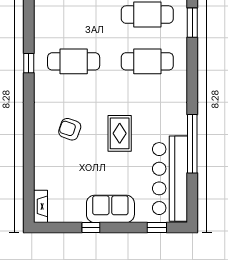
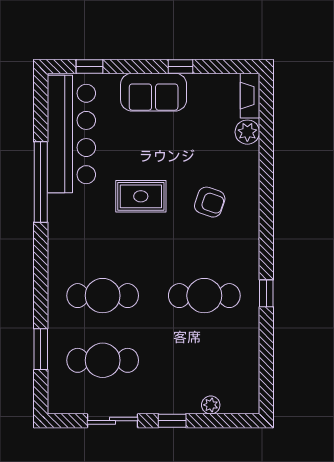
rug: (120, 133) -> (141, 196), turned 90
plant: (42, 180) -> (247, 132), added

